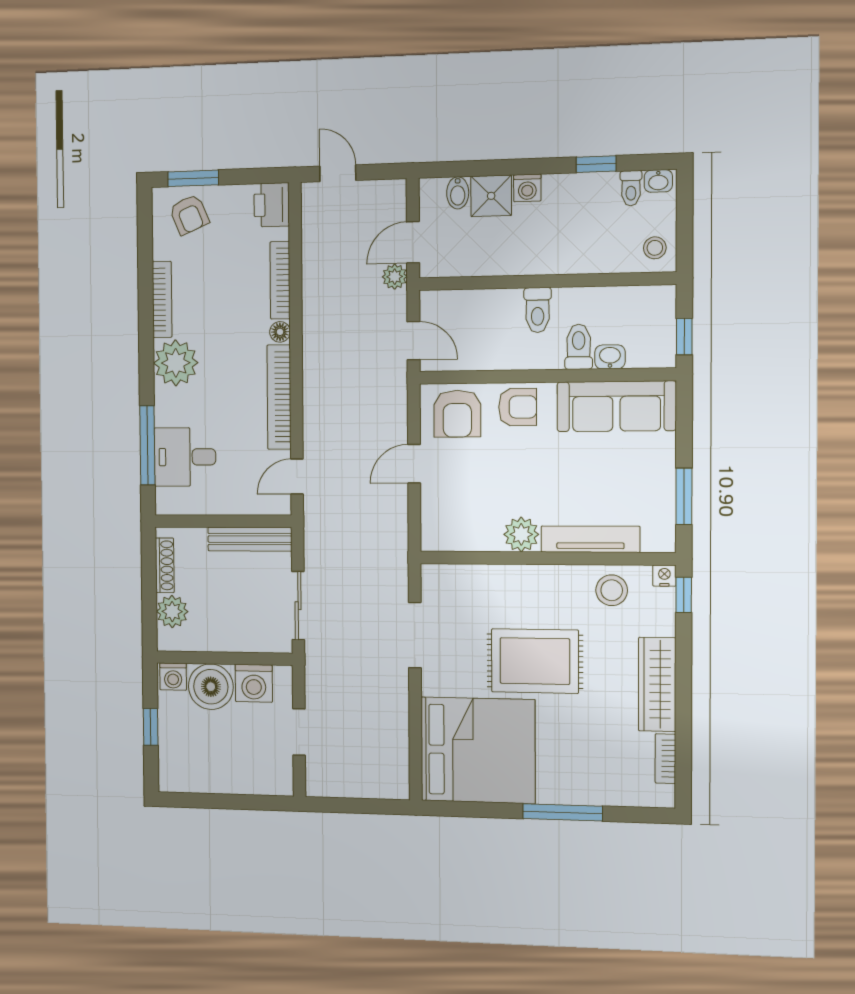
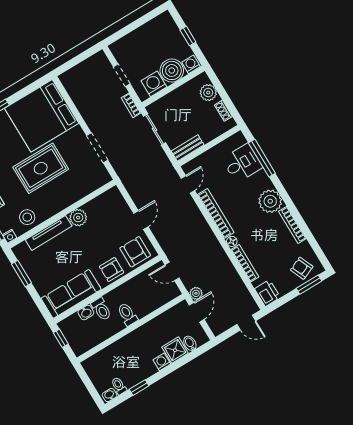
stool: (655, 248) -> (95, 367), removed
bench: (250, 539) -> (188, 148), width x0.73
shoe rack: (165, 565) -> (223, 111), width x0.70
bookcase: (314, 671) -> (131, 105), added

